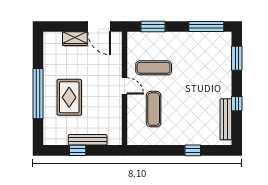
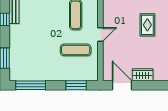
door: (124, 86) -> (100, 35), swing flipped
rug: (69, 97) -> (147, 25), width x0.73, depth x0.70

